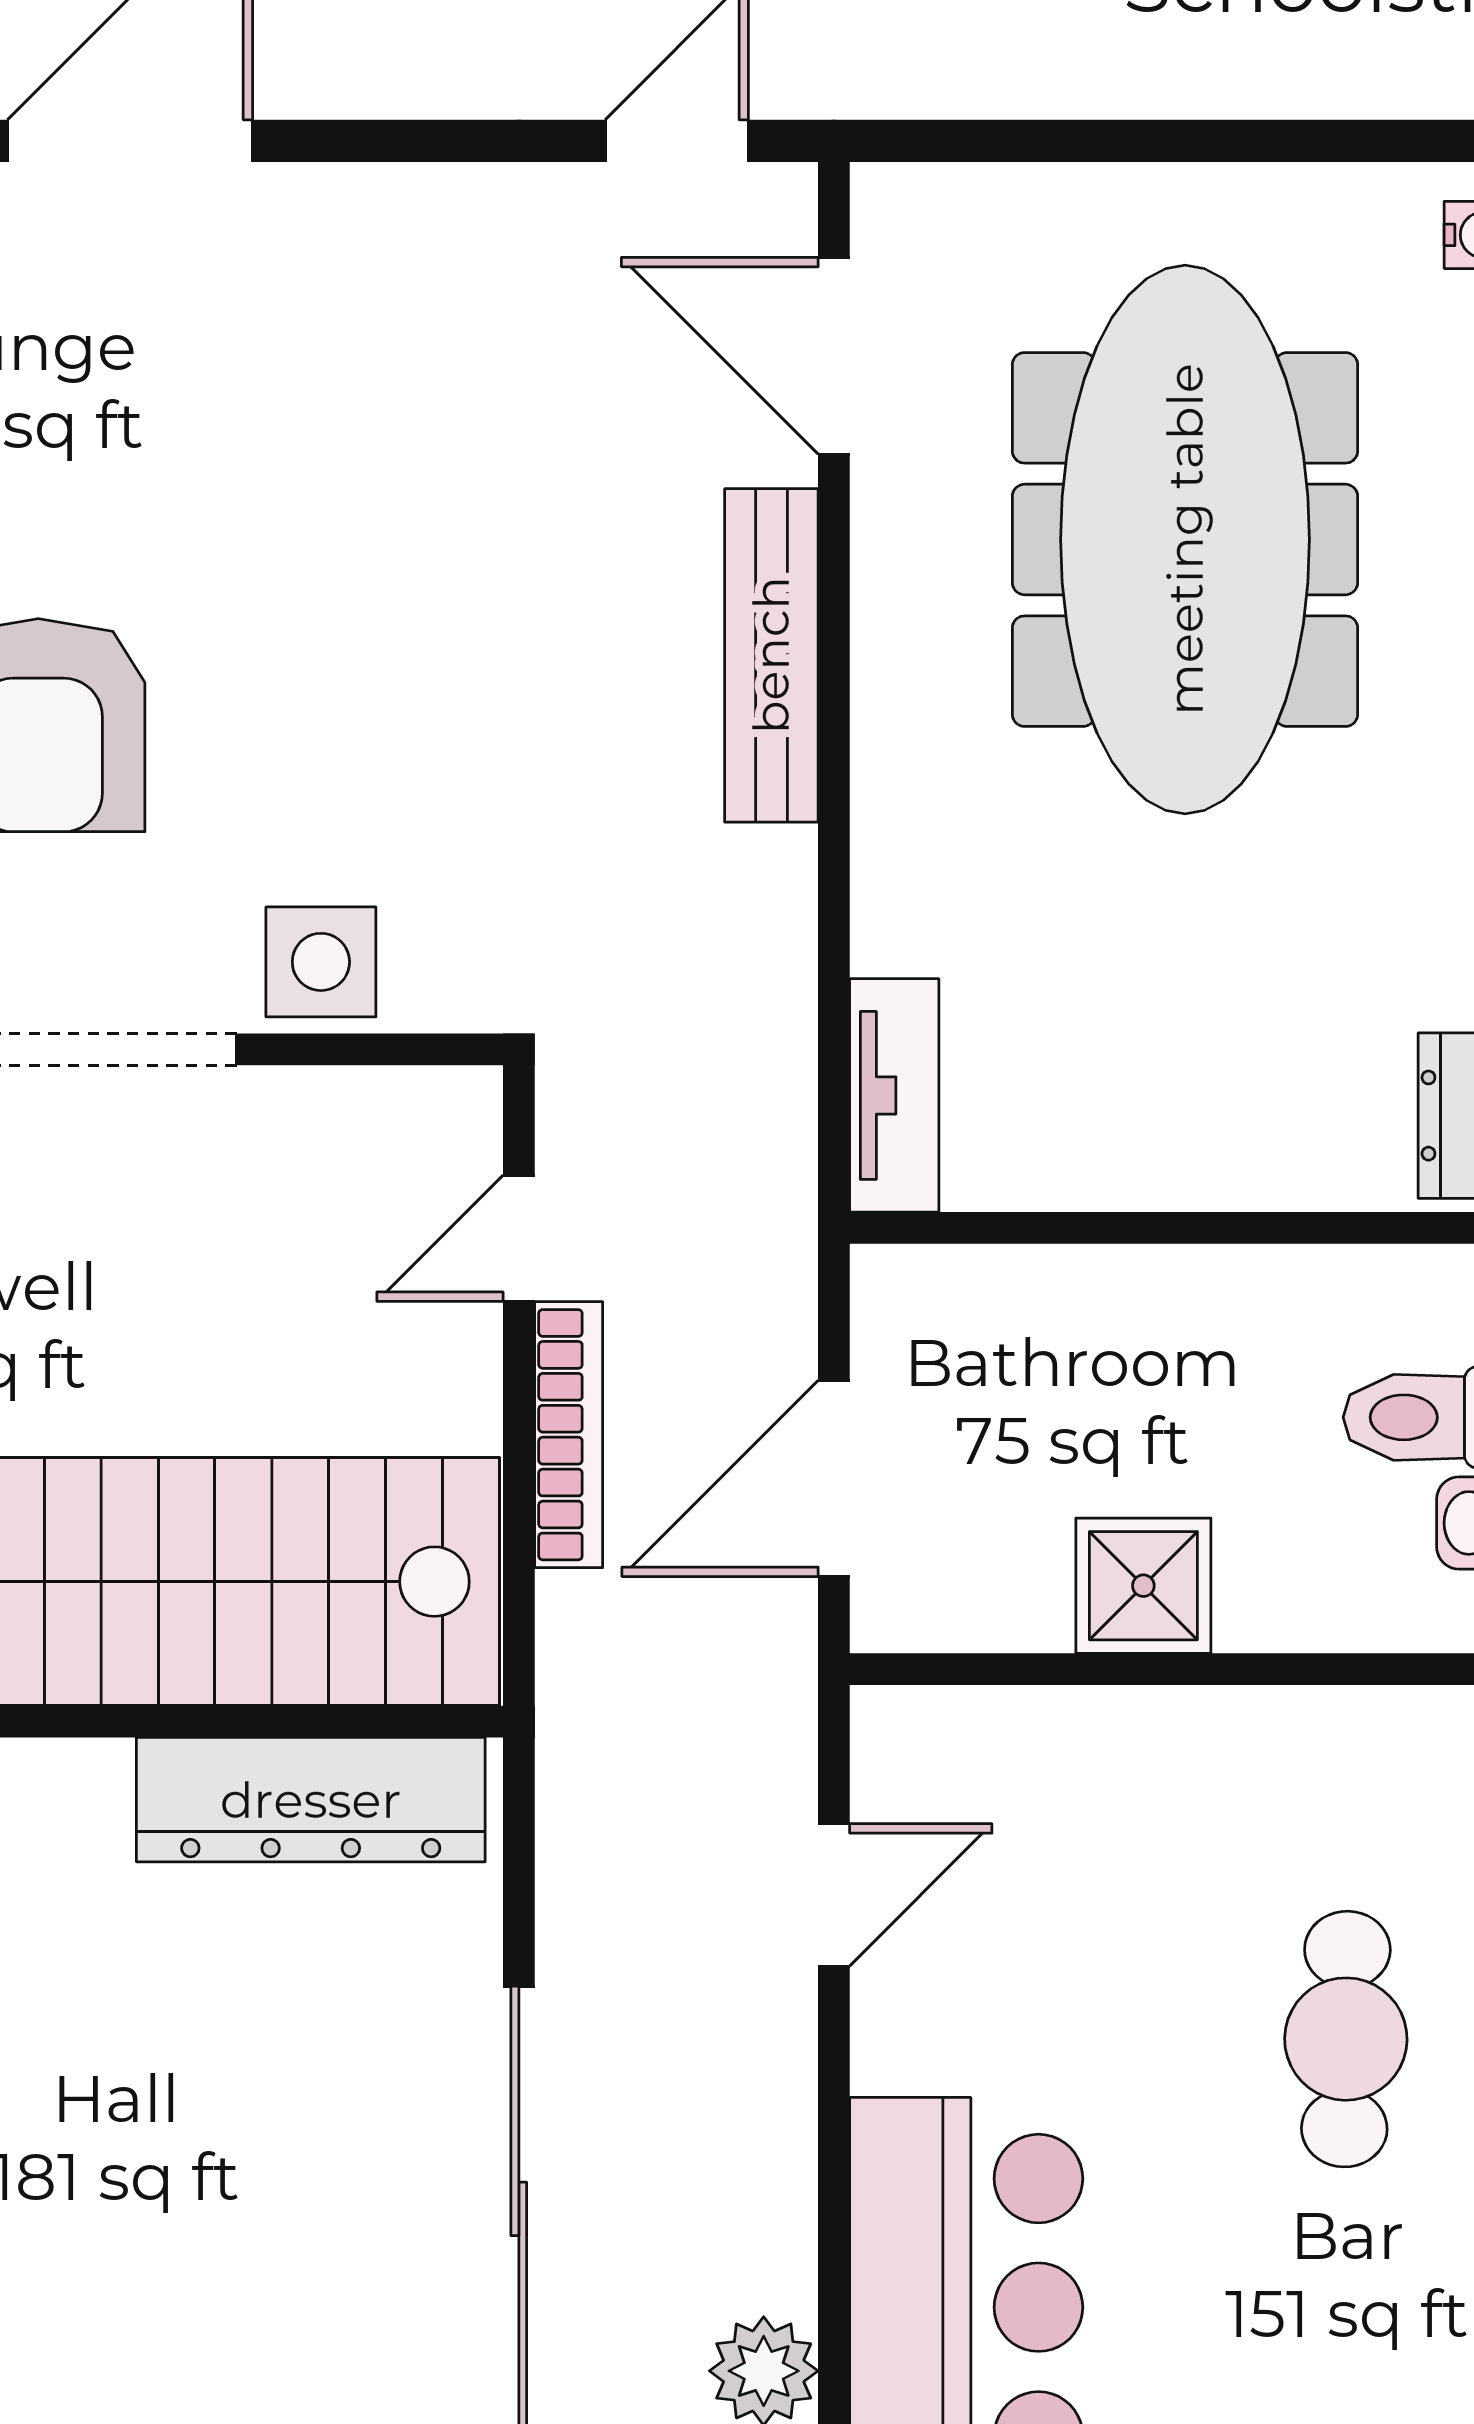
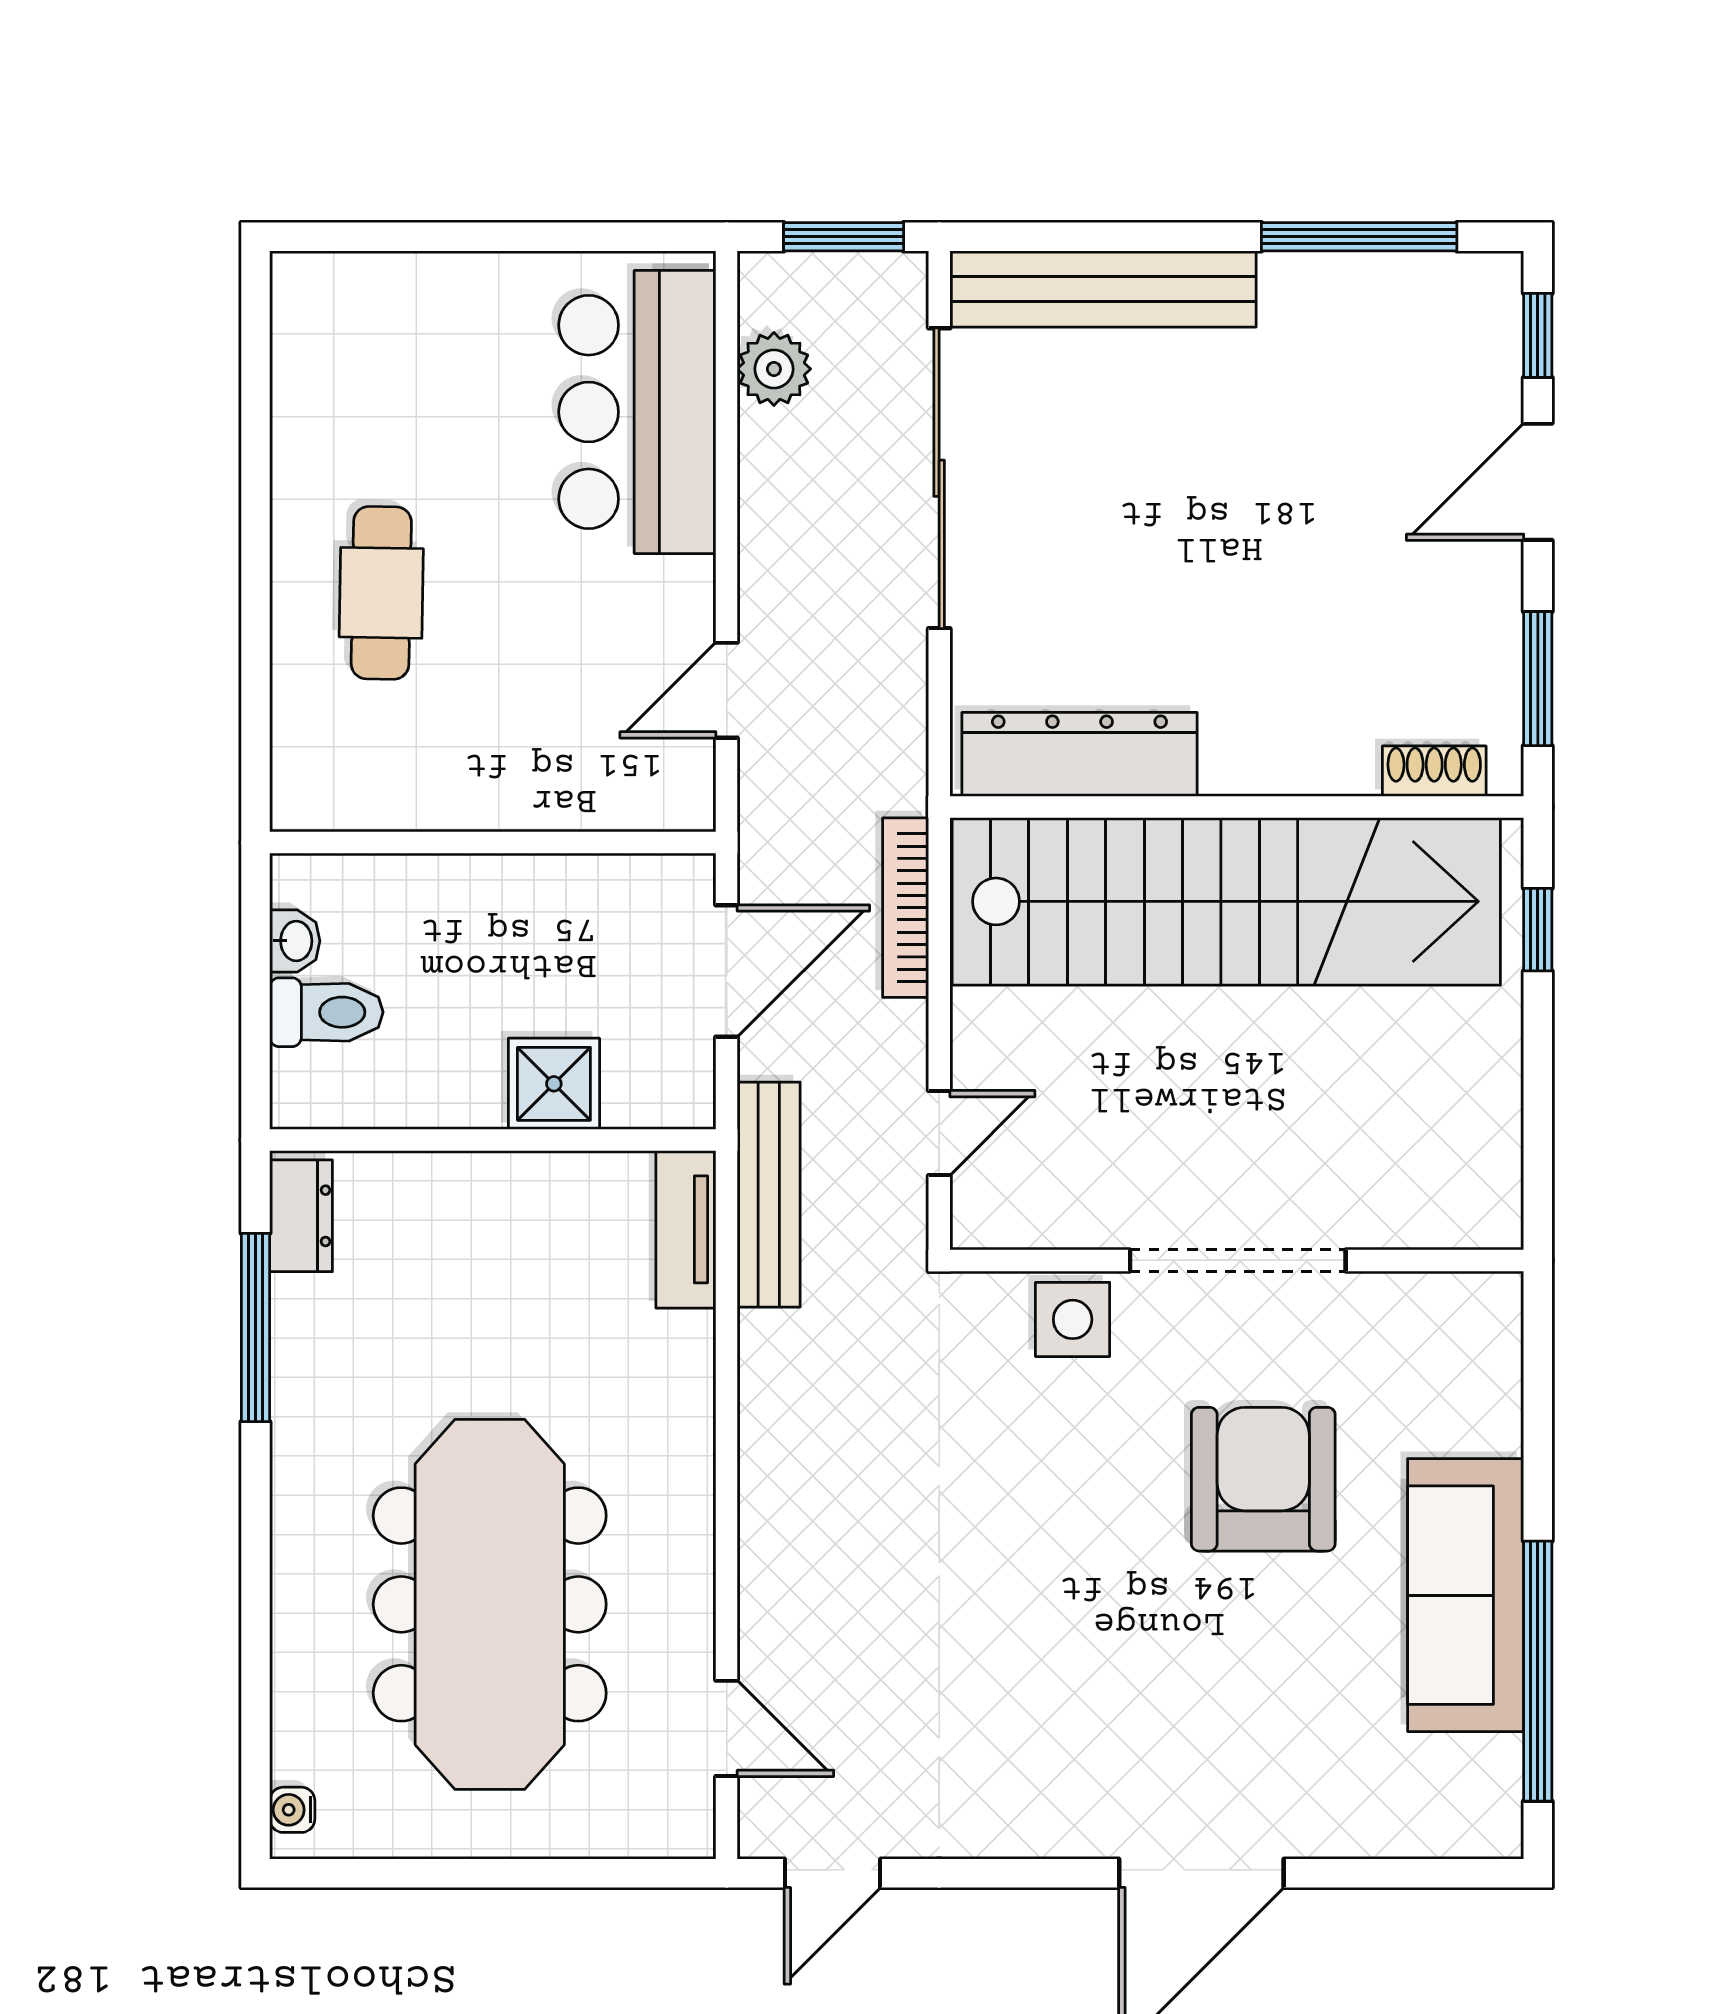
door: (834, 356) -> (727, 1728), width x0.73
bench: (771, 655) -> (769, 1195), moved
bookcase: (569, 1435) -> (906, 908), moved
shower: (1143, 1586) -> (554, 1084), moved

